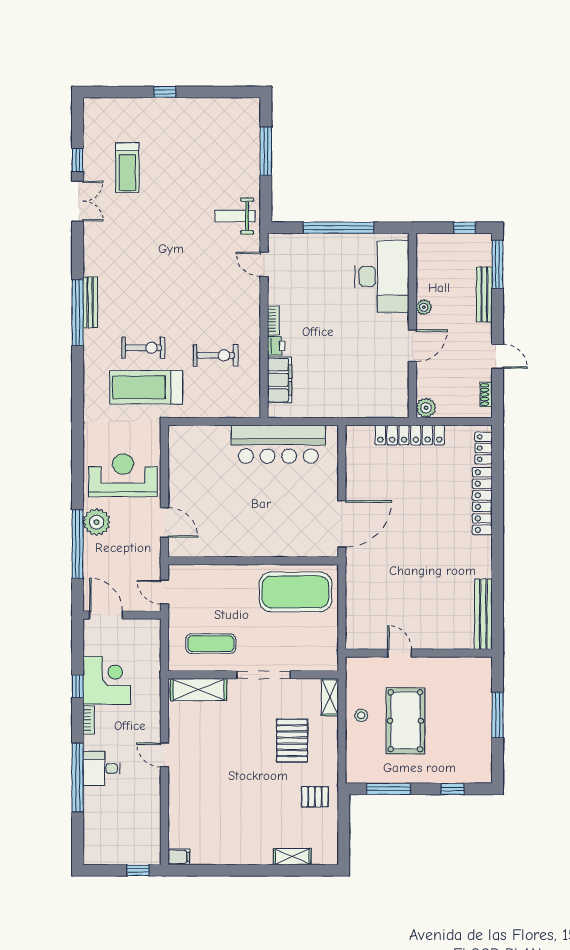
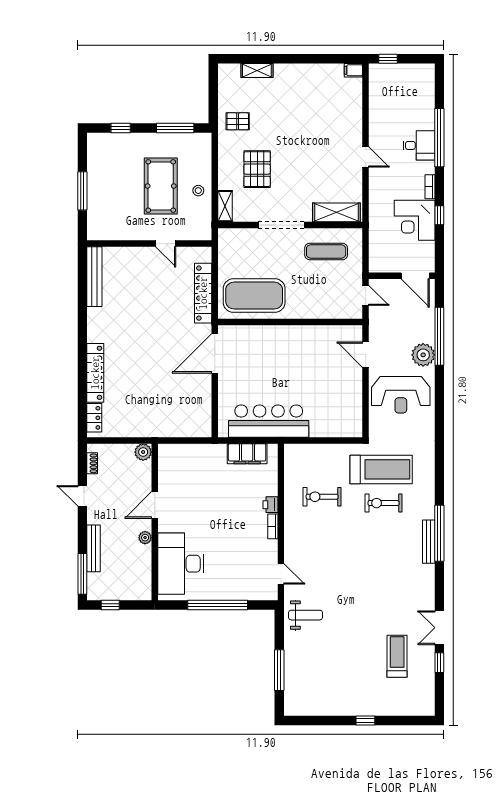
filing cabinet: (280, 380) -> (247, 454), moved, turned -90
locker: (410, 435) -> (203, 293), moved, turned -90

